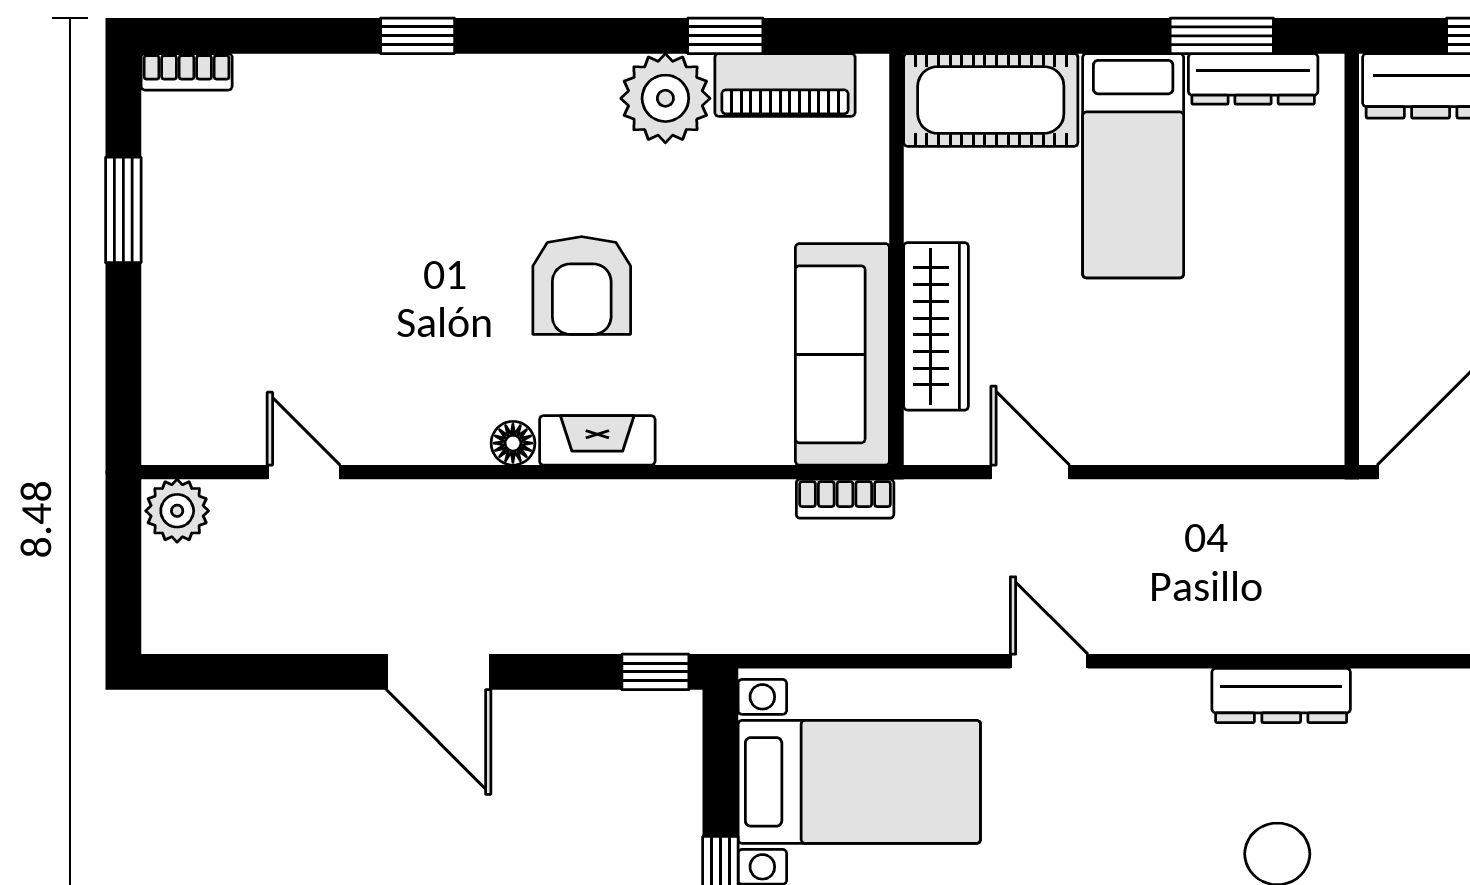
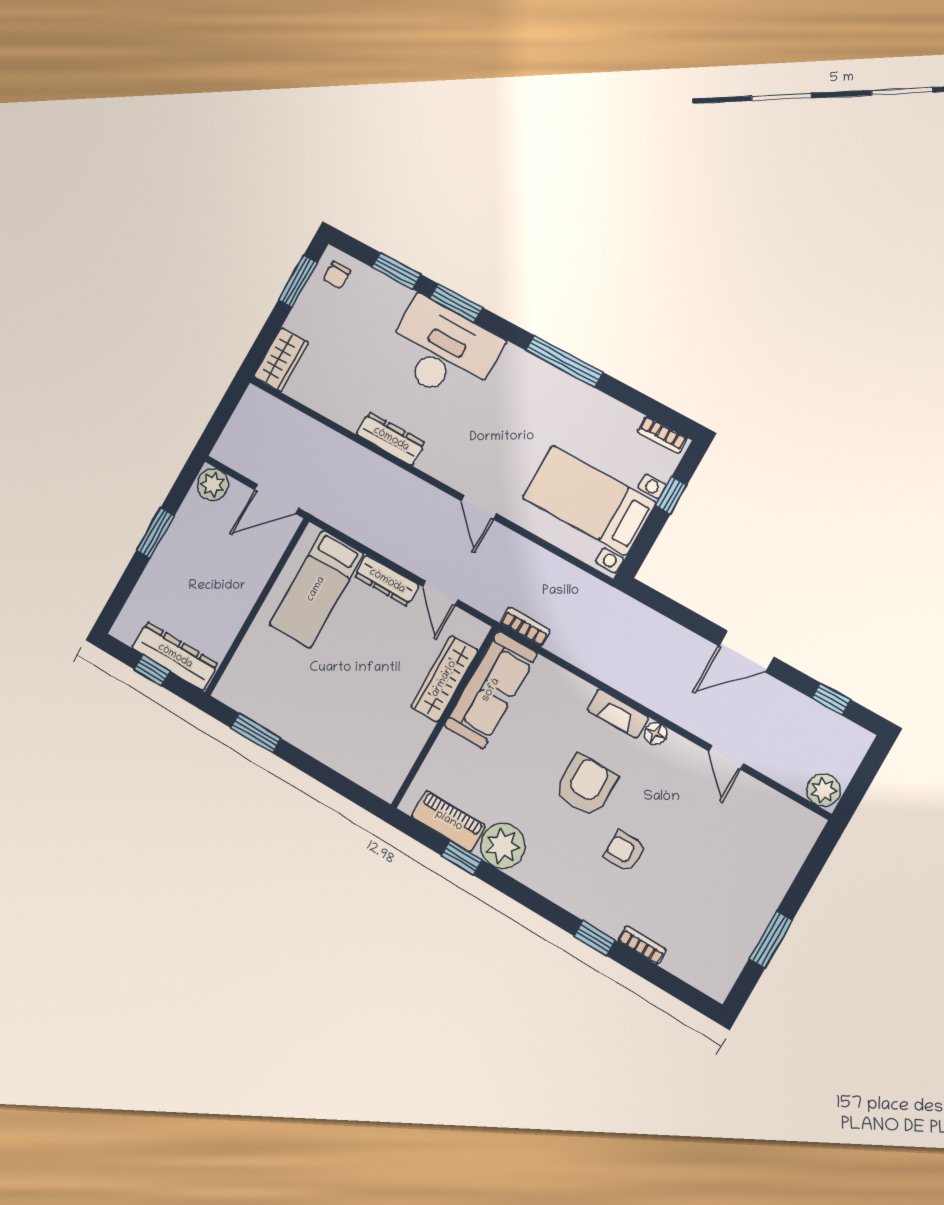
bookcase: (187, 72) -> (642, 945), moved
dresser: (1253, 79) -> (387, 581), moved, turned 180
cot: (991, 100) -> (366, 763), removed
bed: (1133, 166) -> (316, 589), moved, turned 180
armchair: (451, 213) -> (625, 851), added
door: (304, 472) -> (726, 757), moved
door: (439, 672) -> (746, 651), swing flipped
window: (655, 672) -> (831, 699), moved

